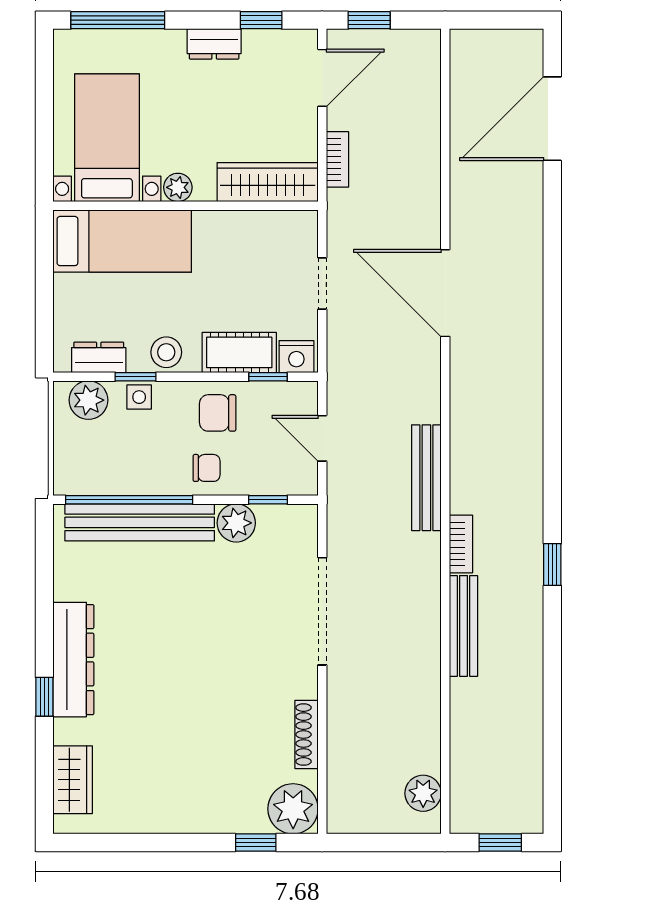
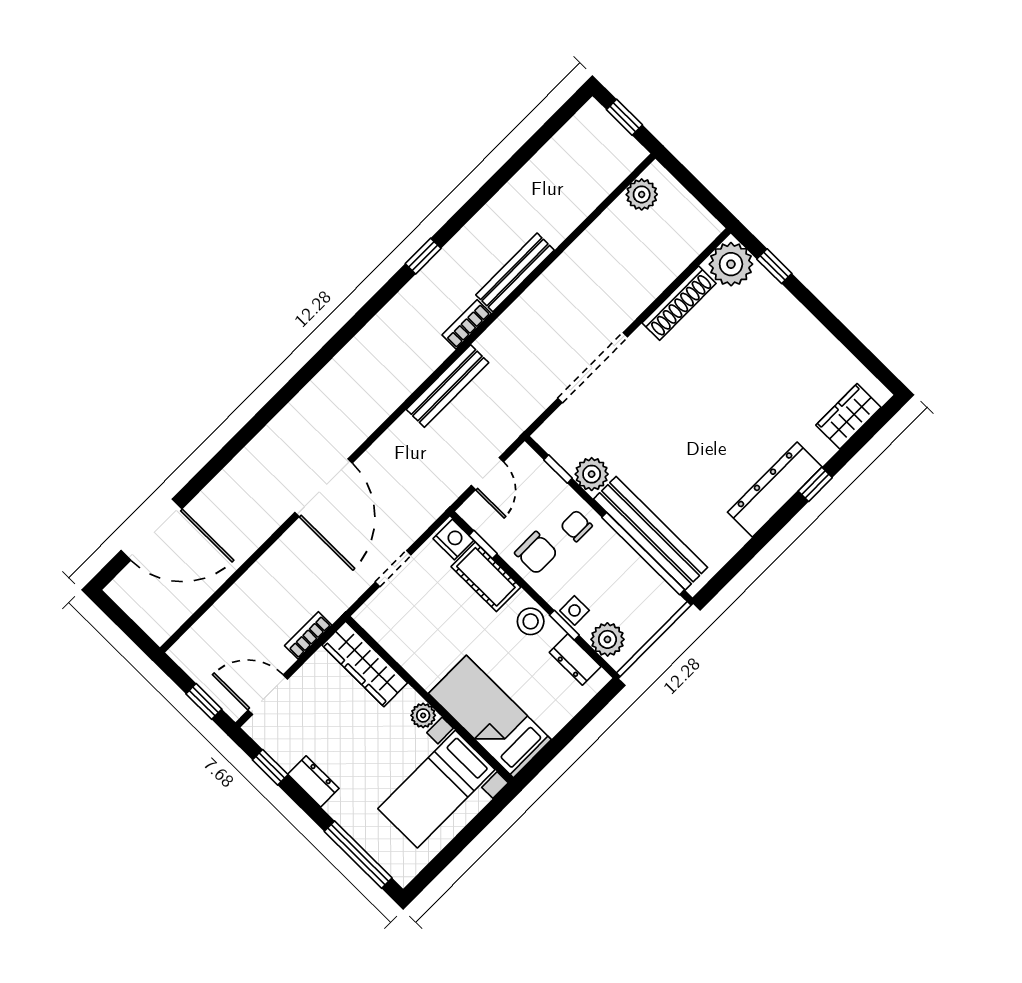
shoe rack: (307, 735) -> (679, 303), width x1.36, depth x1.24

